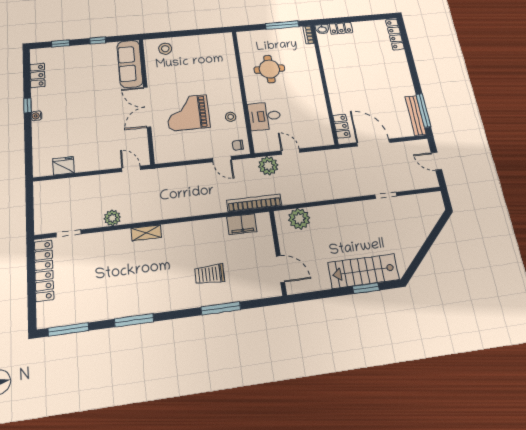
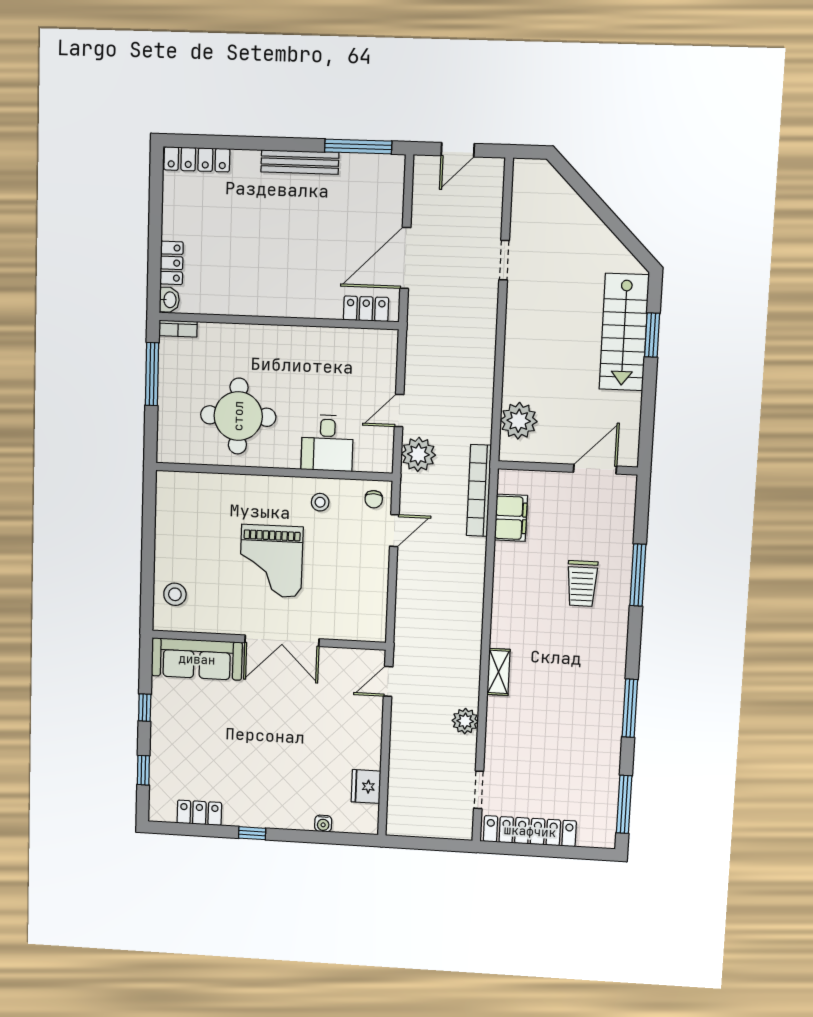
round table: (269, 69) -> (238, 416), width x1.36, depth x1.36
grand piano: (188, 113) -> (271, 561), moved
bench: (416, 115) -> (300, 162), moved
water cooler: (36, 116) -> (323, 824), moved

